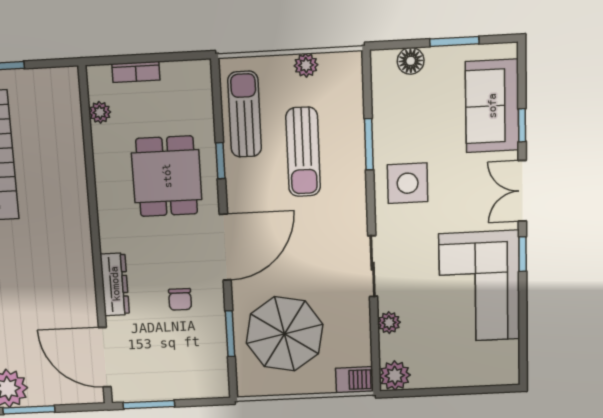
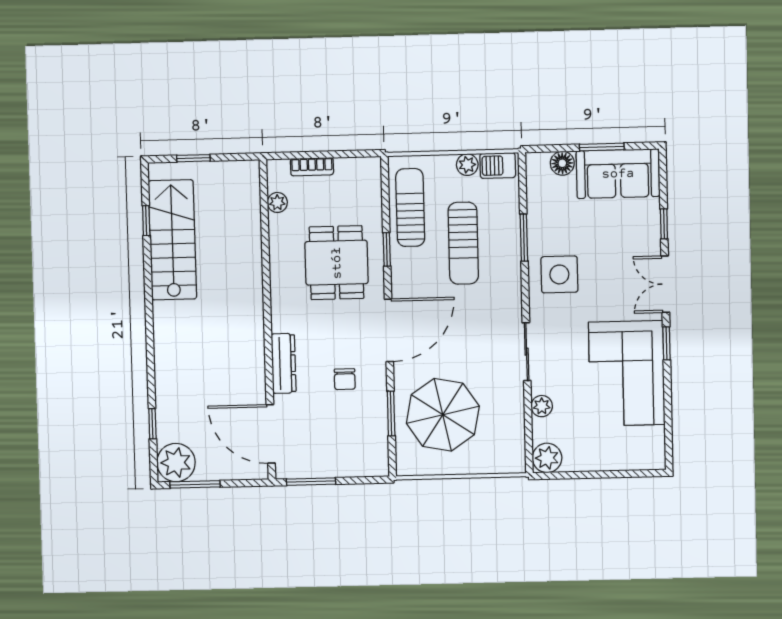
sofa: (492, 106) -> (618, 174), moved, turned -90
barbecue: (354, 380) -> (498, 166), moved, turned 180

